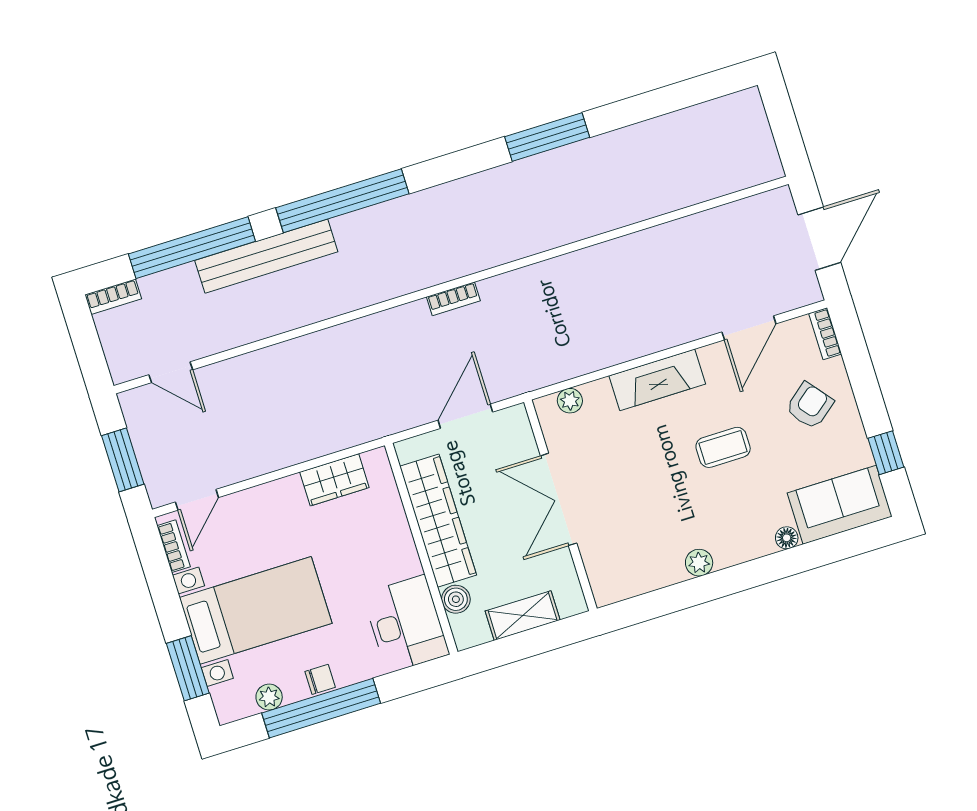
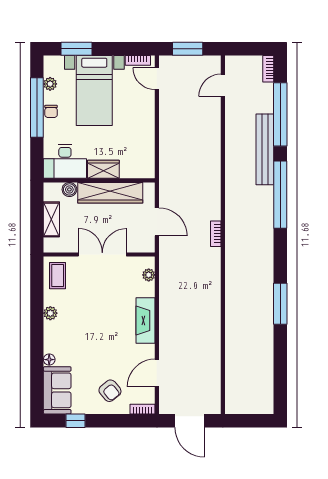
door: (749, 328) -> (157, 373), hinge flipped
coffee table: (723, 447) -> (58, 276), moved
wardrobe: (334, 480) -> (103, 169), moved, turned 90

